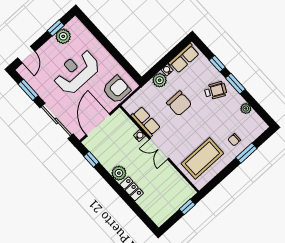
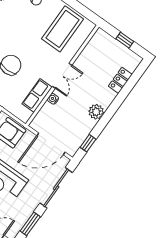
coffee table: (202, 158) -> (62, 29), turned 90
locker: (132, 189) -> (120, 80), moved
window: (187, 207) -> (125, 40), moved

